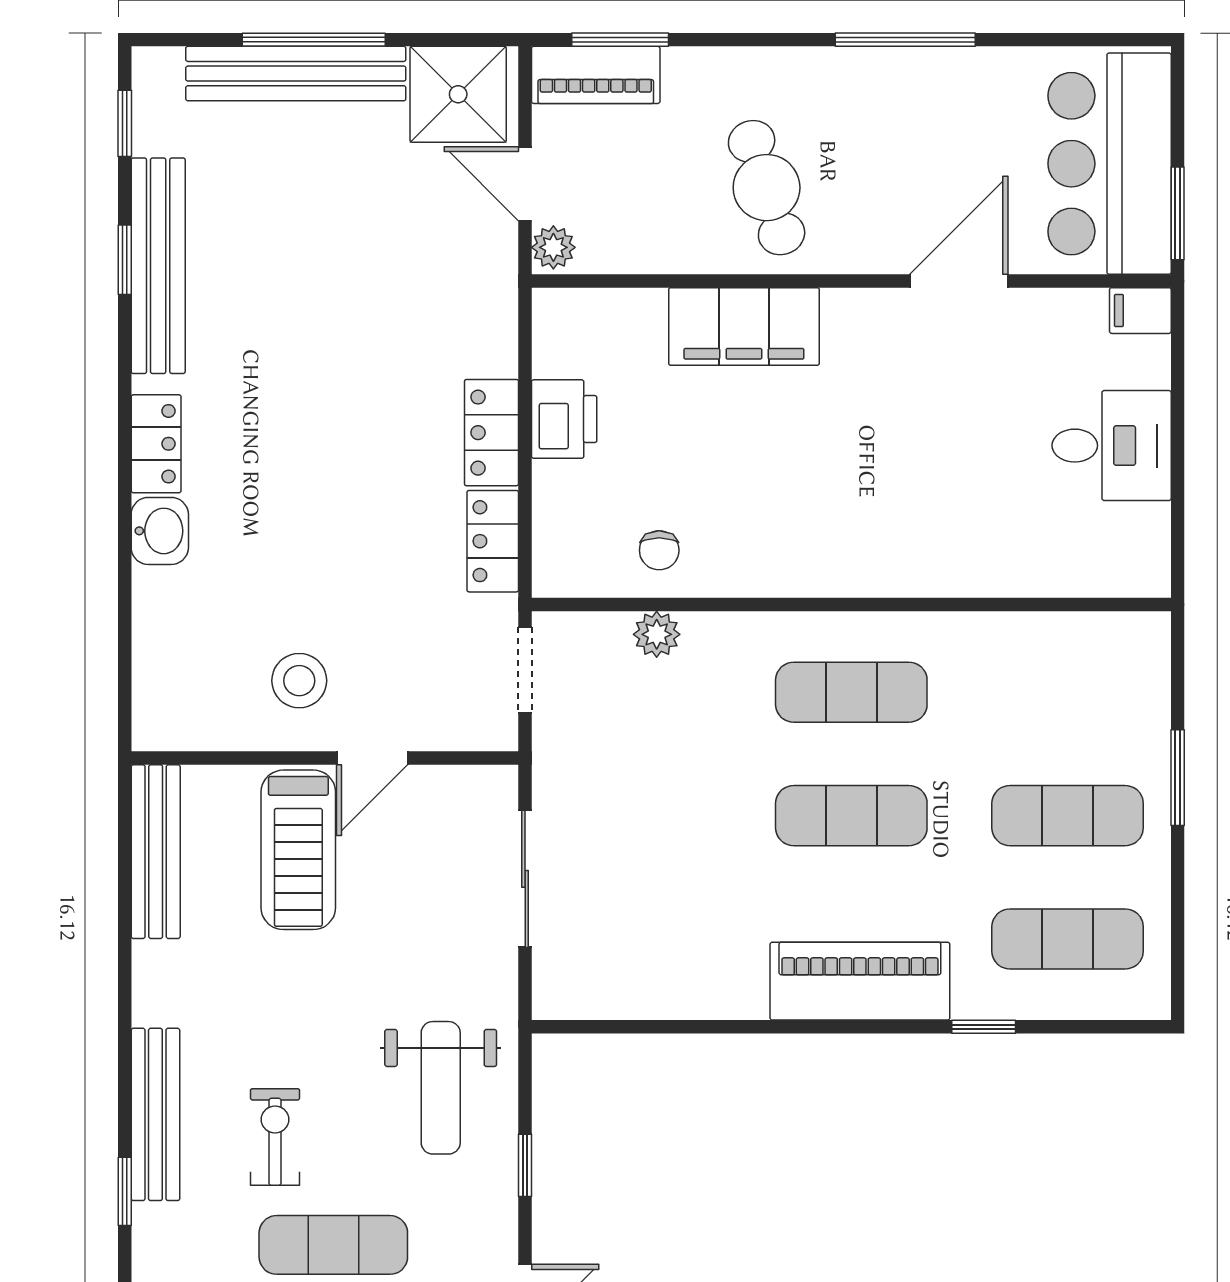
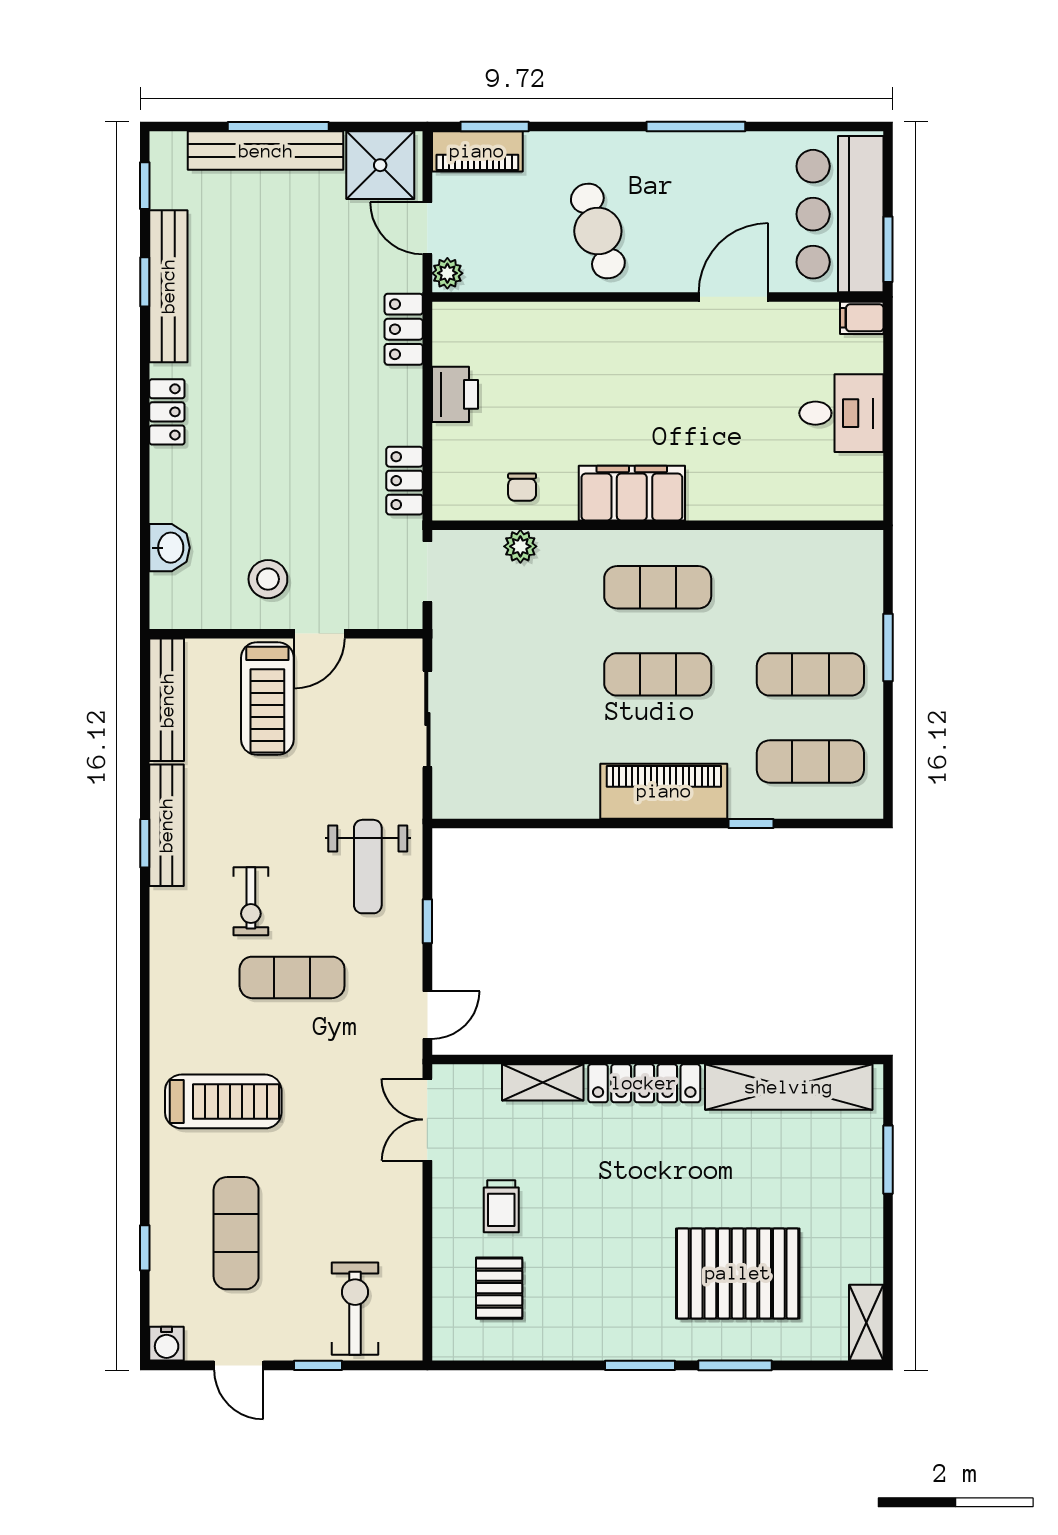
filing cabinet: (744, 326) -> (632, 493), moved, turned 180
locker: (492, 433) -> (404, 329), moved
washbasin: (160, 531) -> (170, 548), moved
bench: (155, 1114) -> (166, 825), moved
exercise bike: (275, 1137) -> (251, 901), turned 180
window: (125, 1191) -> (145, 843), moved

